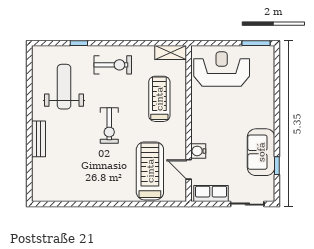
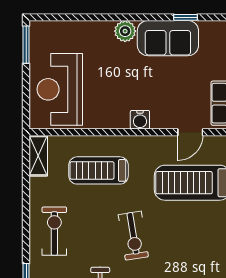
plant: (266, 119) -> (125, 31), added
exercise bike: (109, 126) -> (133, 236), turned 81
water cooler: (198, 151) -> (140, 120), moved

